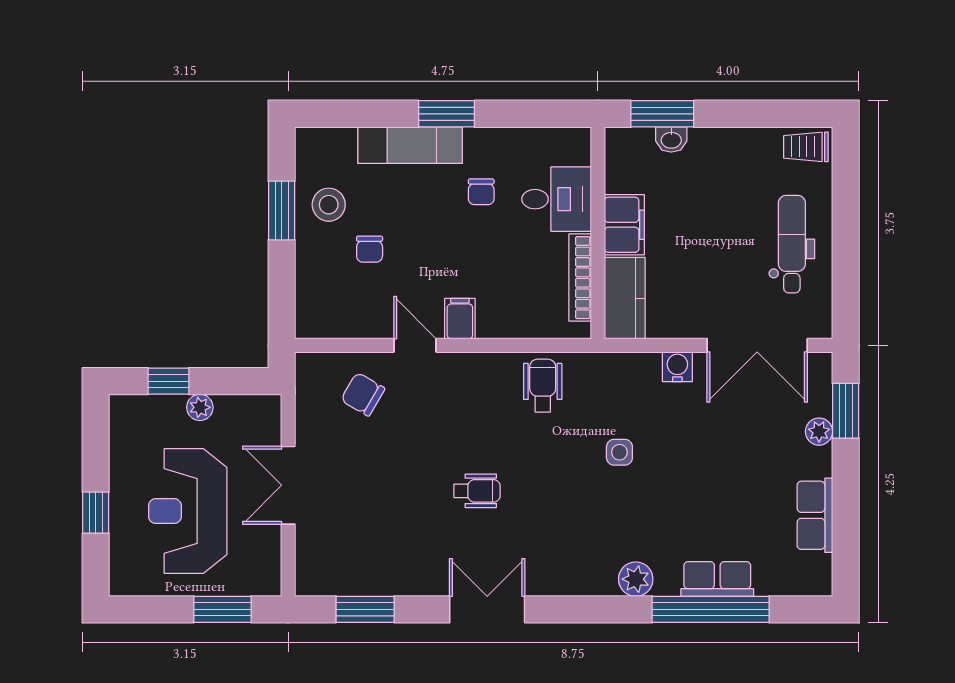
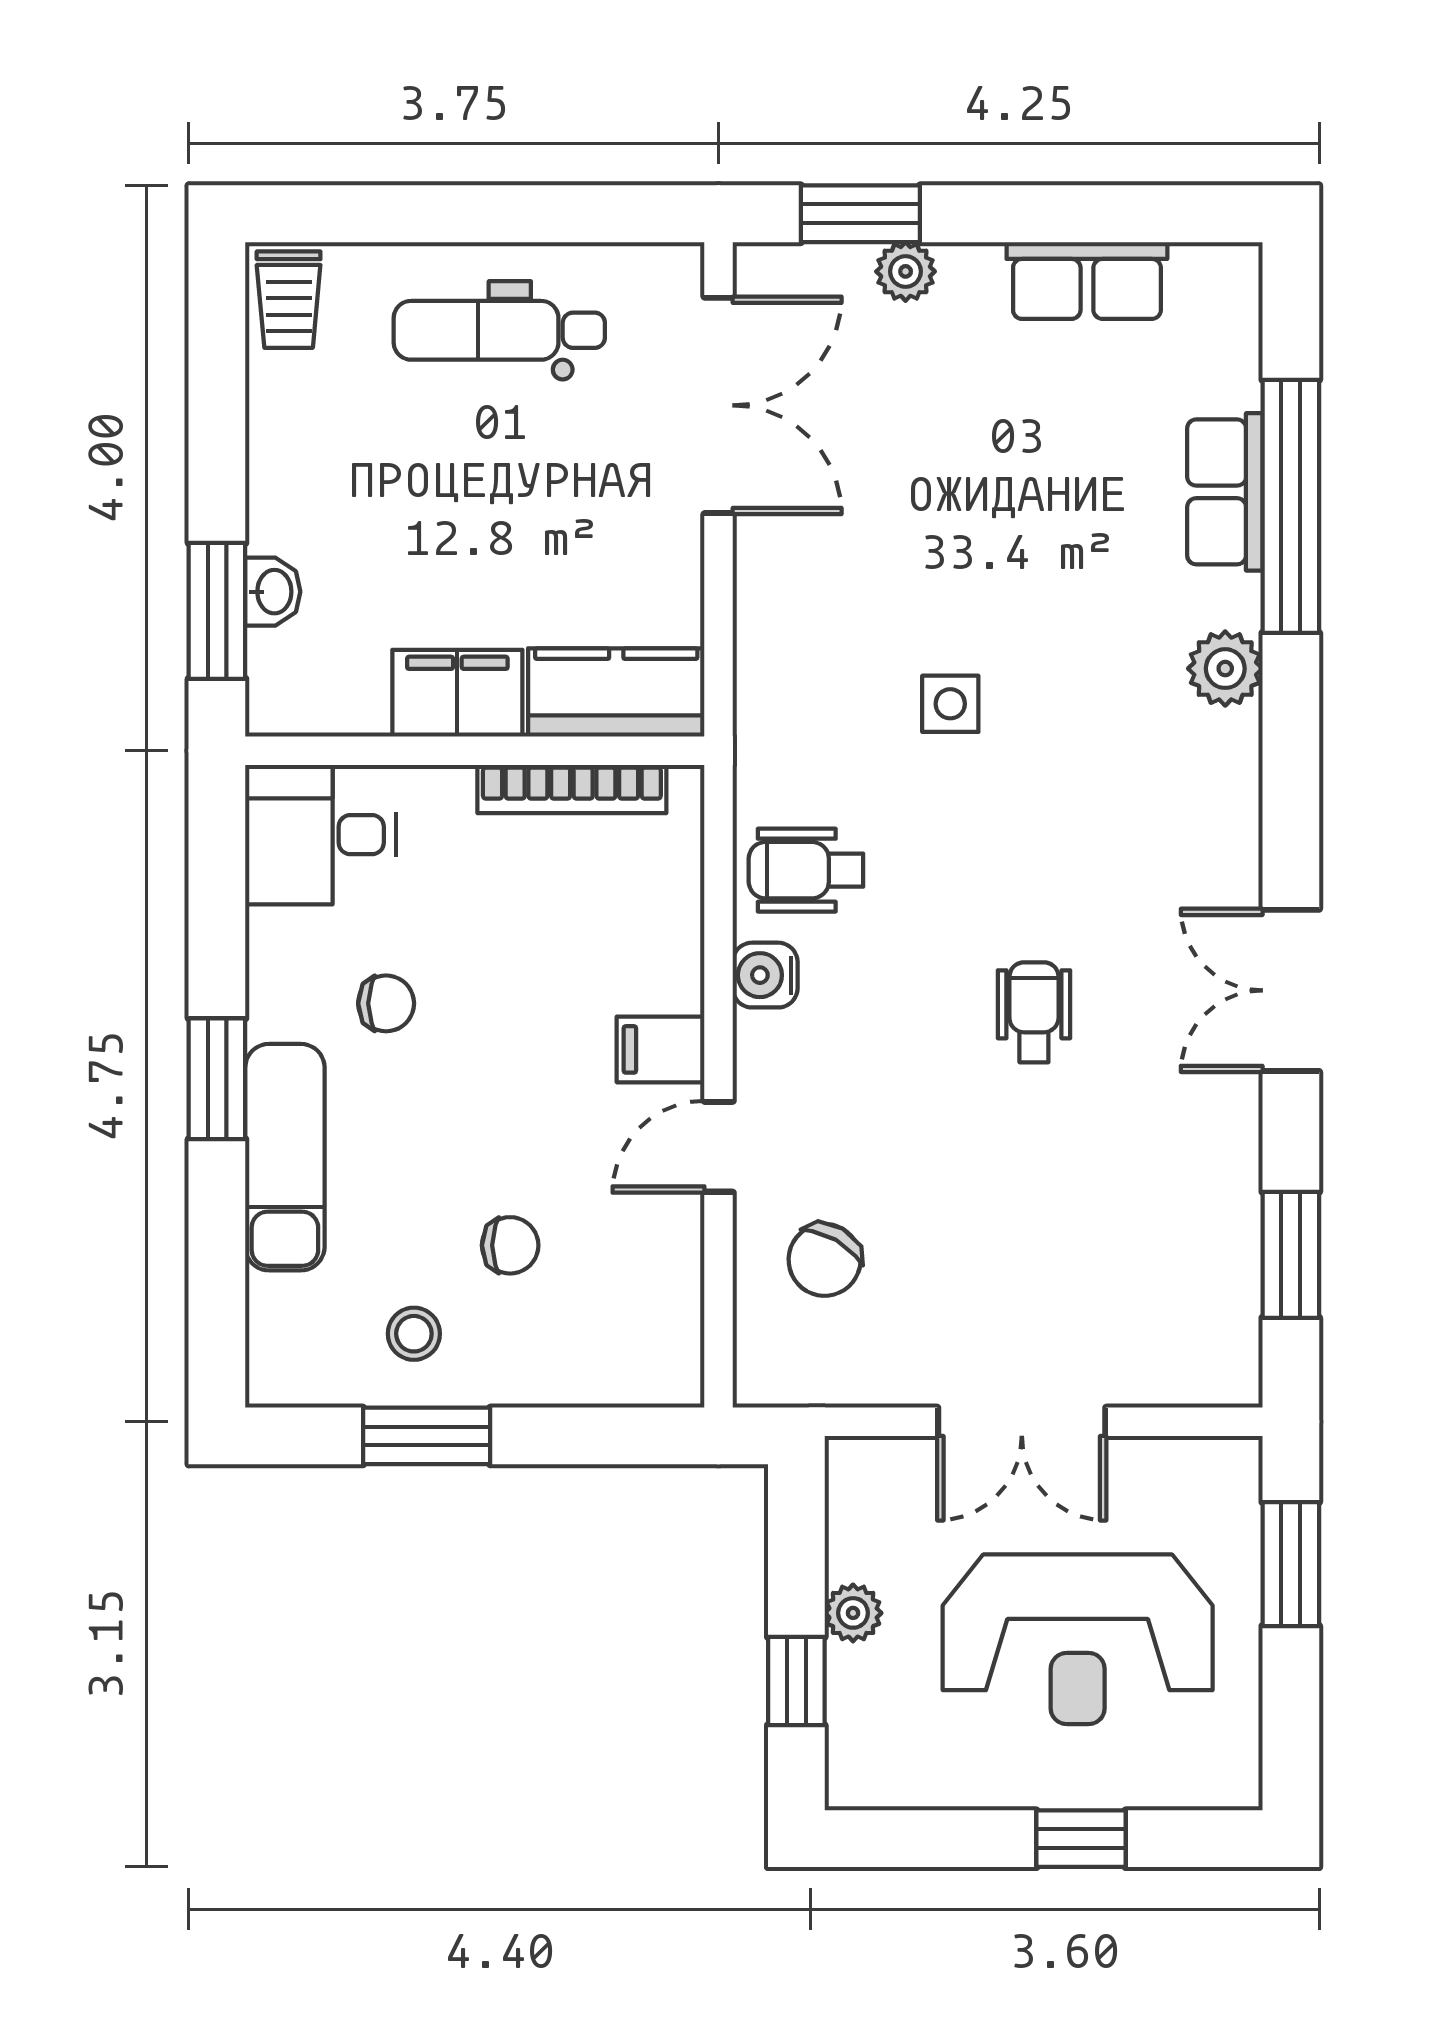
desk: (557, 199) -> (321, 835), moved, turned -90
stool: (329, 205) -> (414, 1334), width x0.73, depth x0.73
water cooler: (677, 367) -> (765, 975), moved

